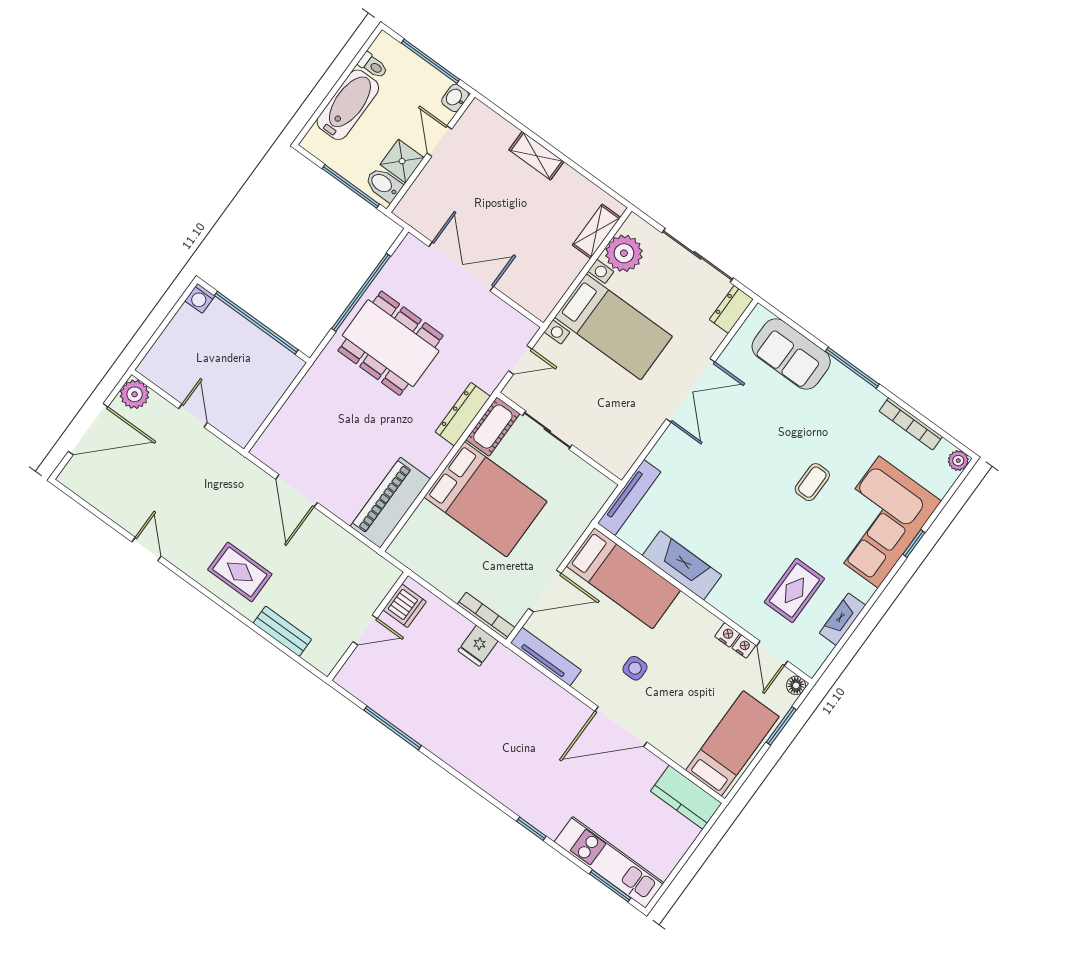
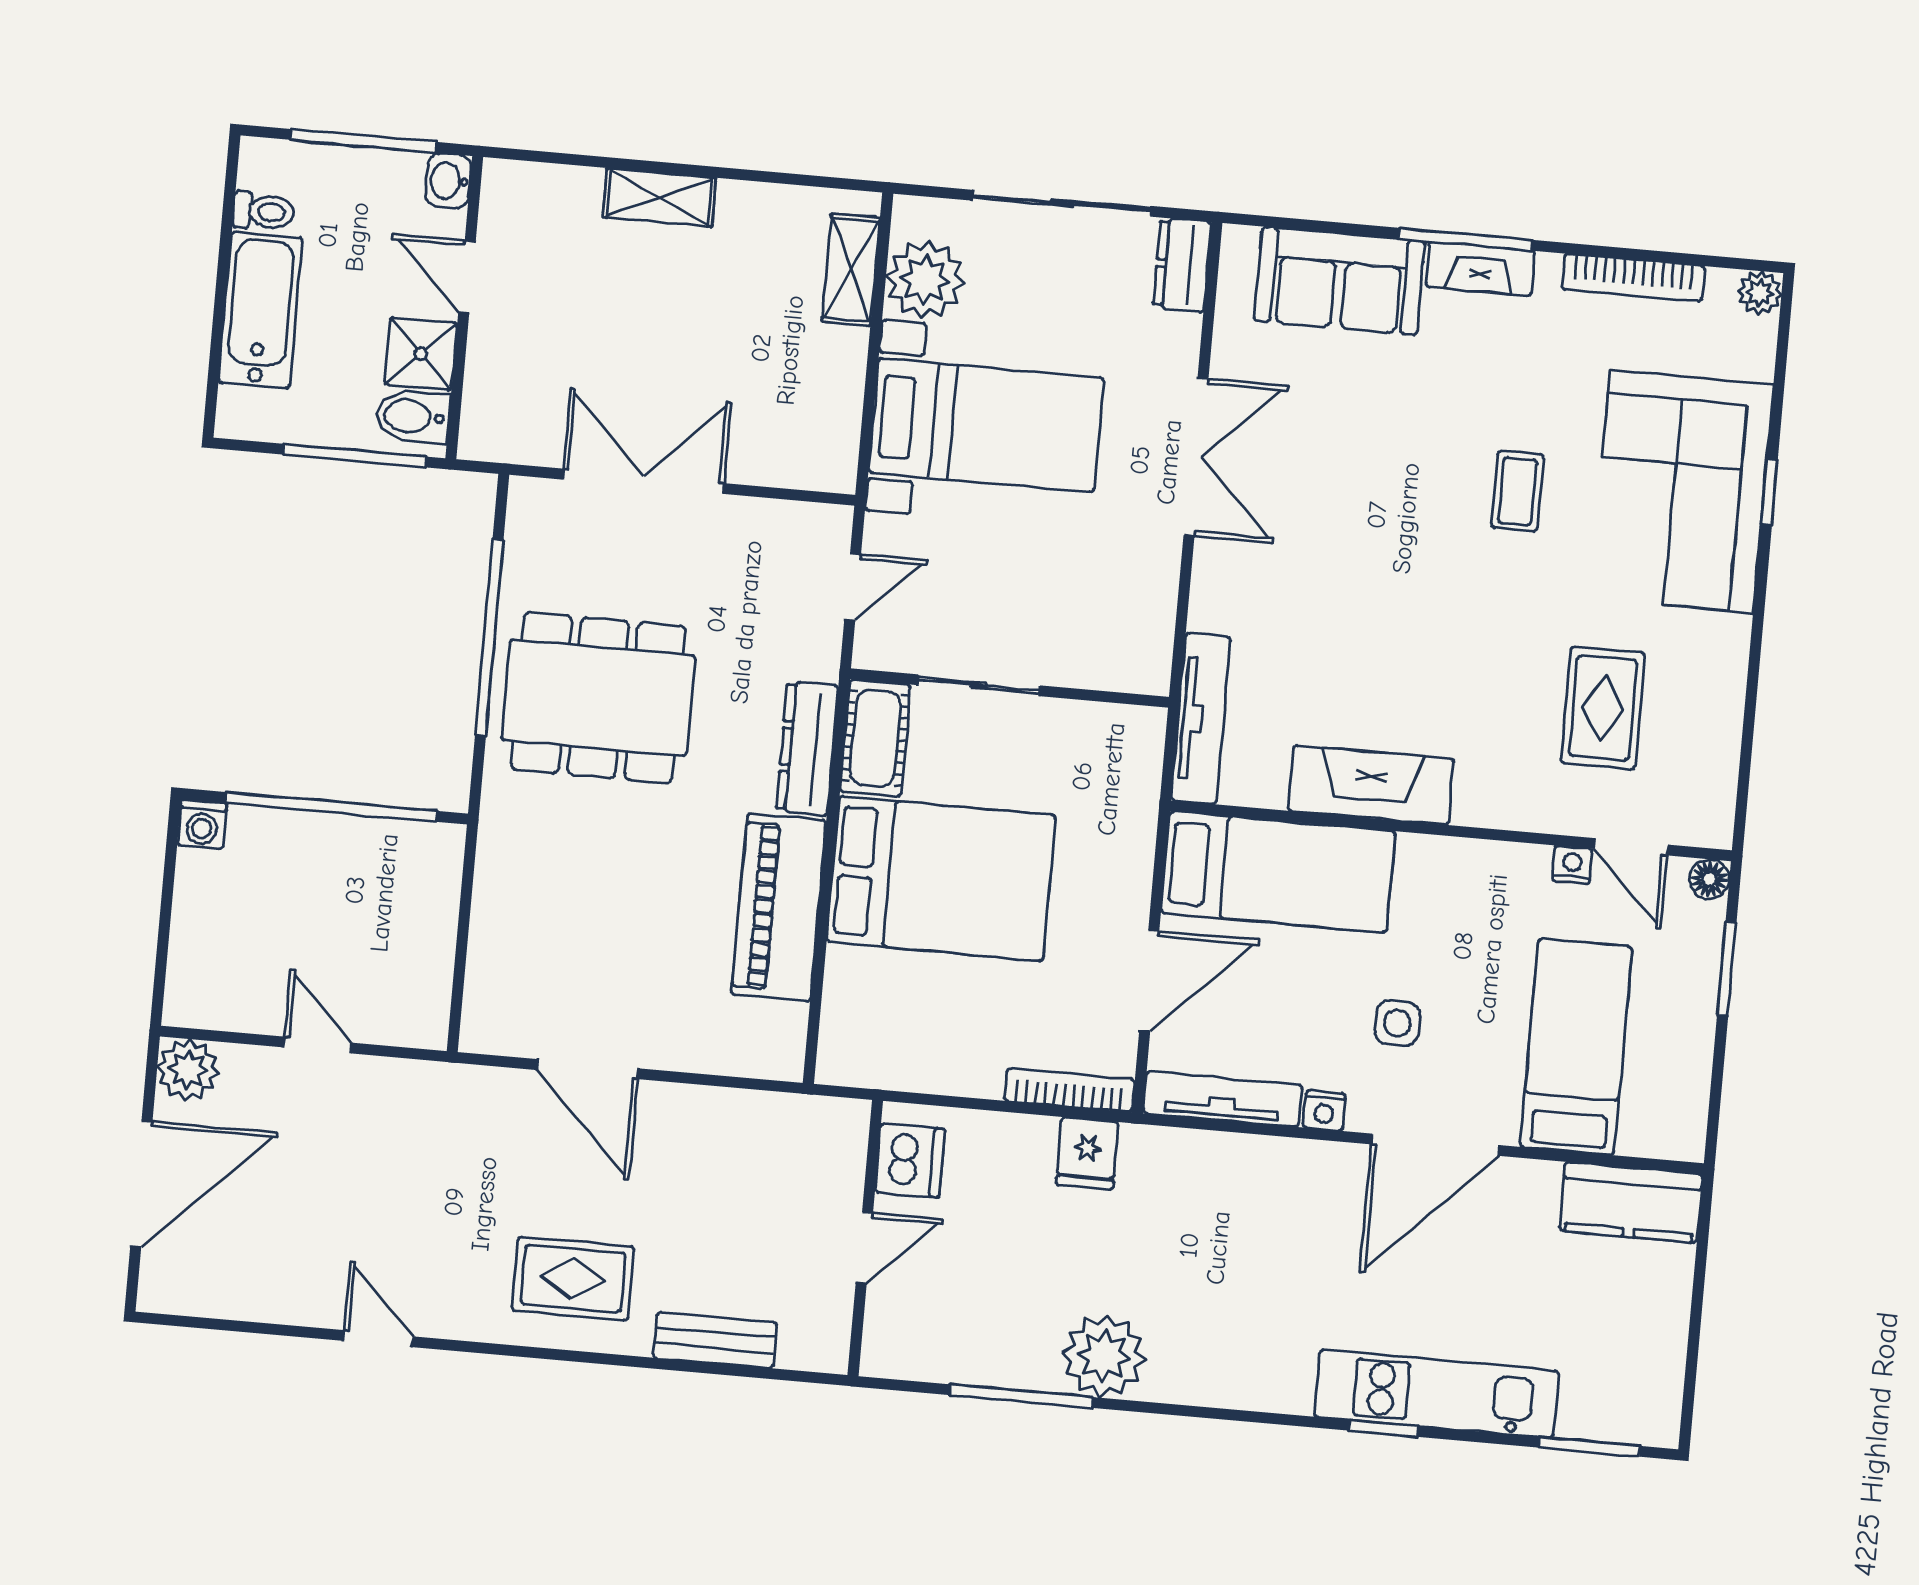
piano: (390, 503) -> (779, 907), moved
fireplace: (842, 619) -> (1480, 269), moved, turned -90
nightstand: (727, 635) -> (1324, 1111), moved, turned 180
plant: (436, 732) -> (1104, 1356), added
bed: (732, 743) -> (1576, 1047), moved
kitchen unit: (609, 862) -> (1436, 1394), moved

